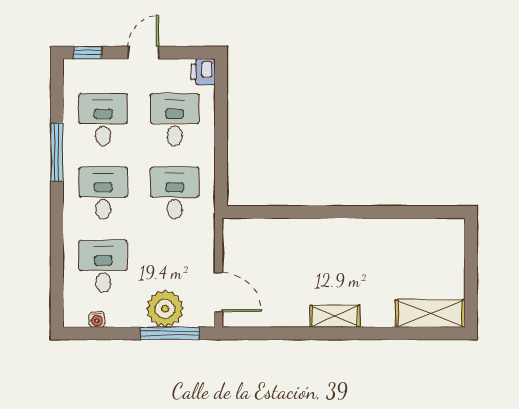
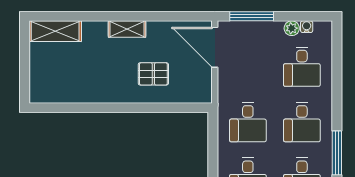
pallet: (300, 257) -> (153, 74), added
door: (219, 292) -> (215, 47), width x1.36
plant: (165, 309) -> (292, 28), moved, width x0.53, depth x0.53

